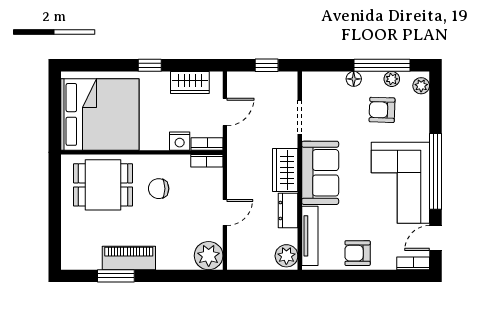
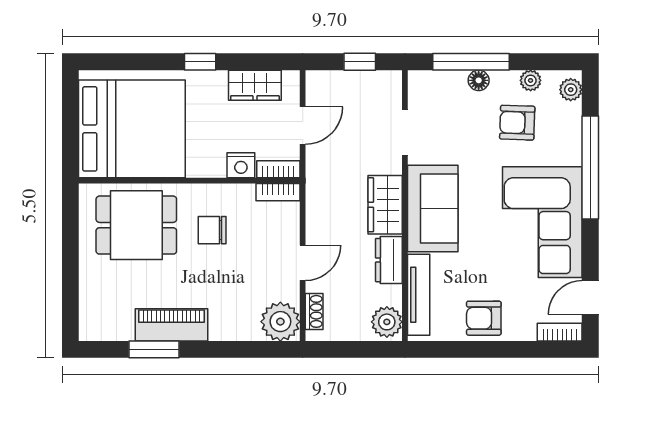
window: (382, 65) -> (471, 62), moved
window: (435, 171) -> (590, 167), moved
shoe rack: (233, 248) -> (314, 311), added

